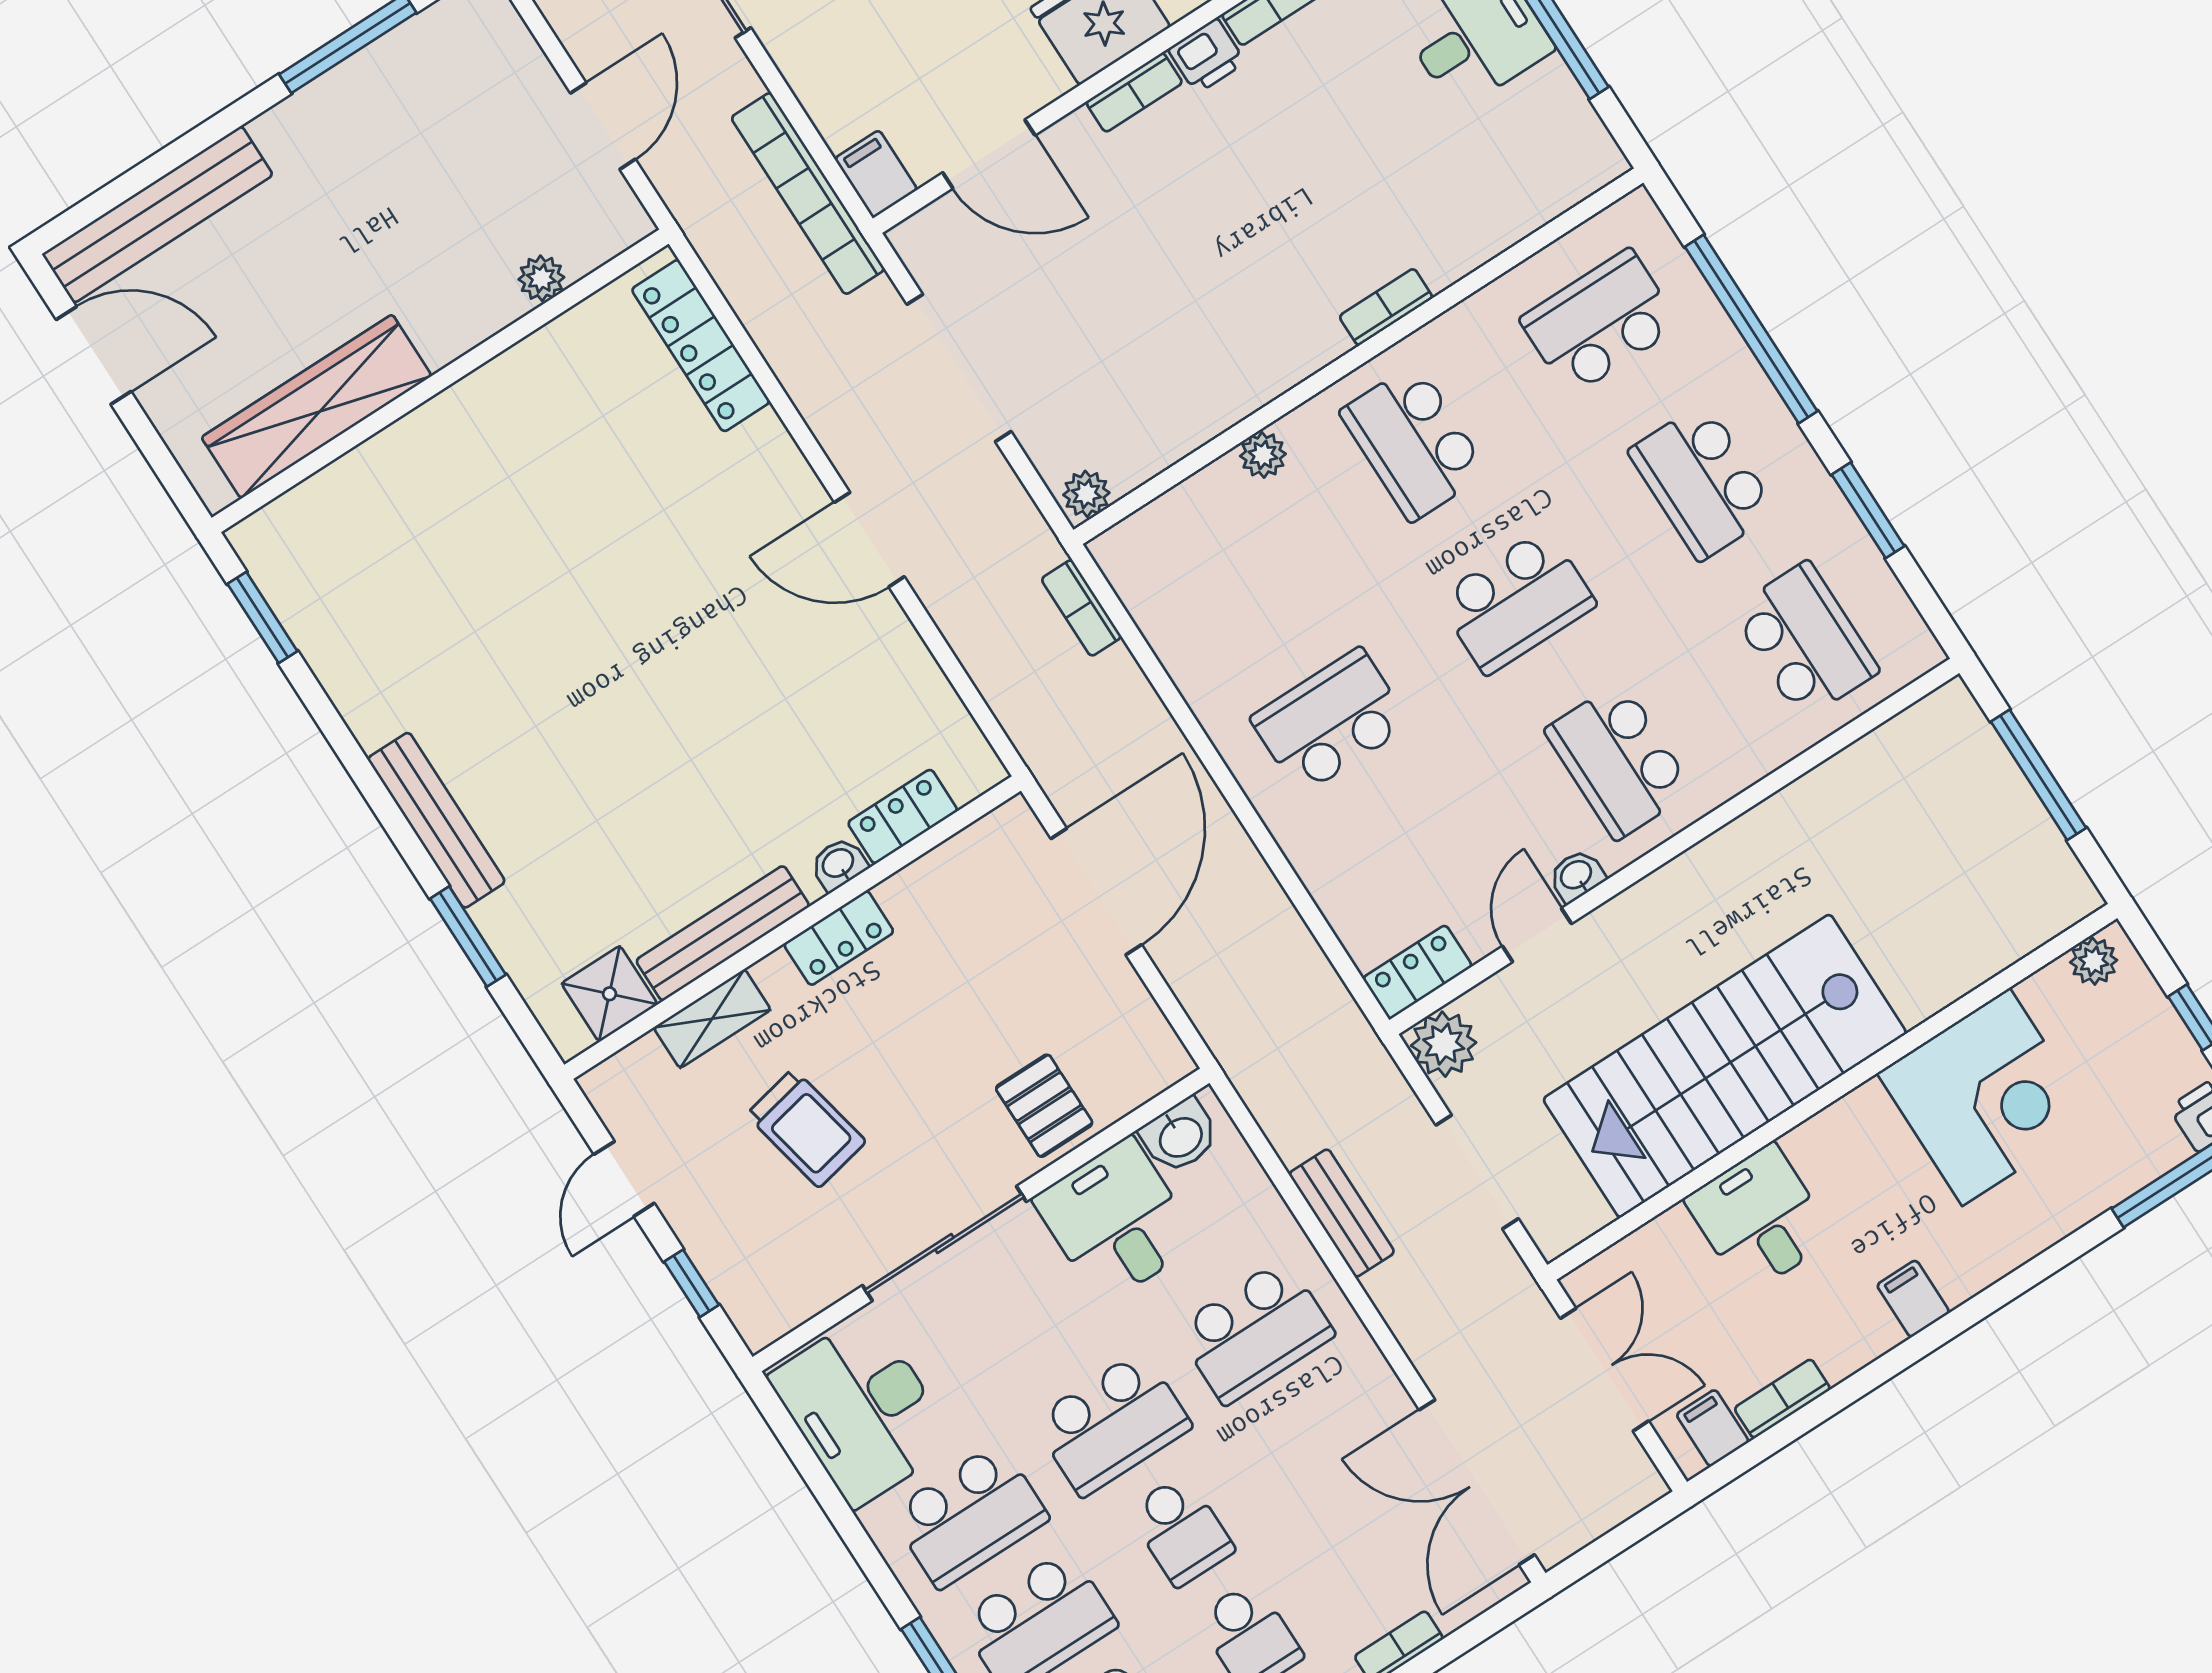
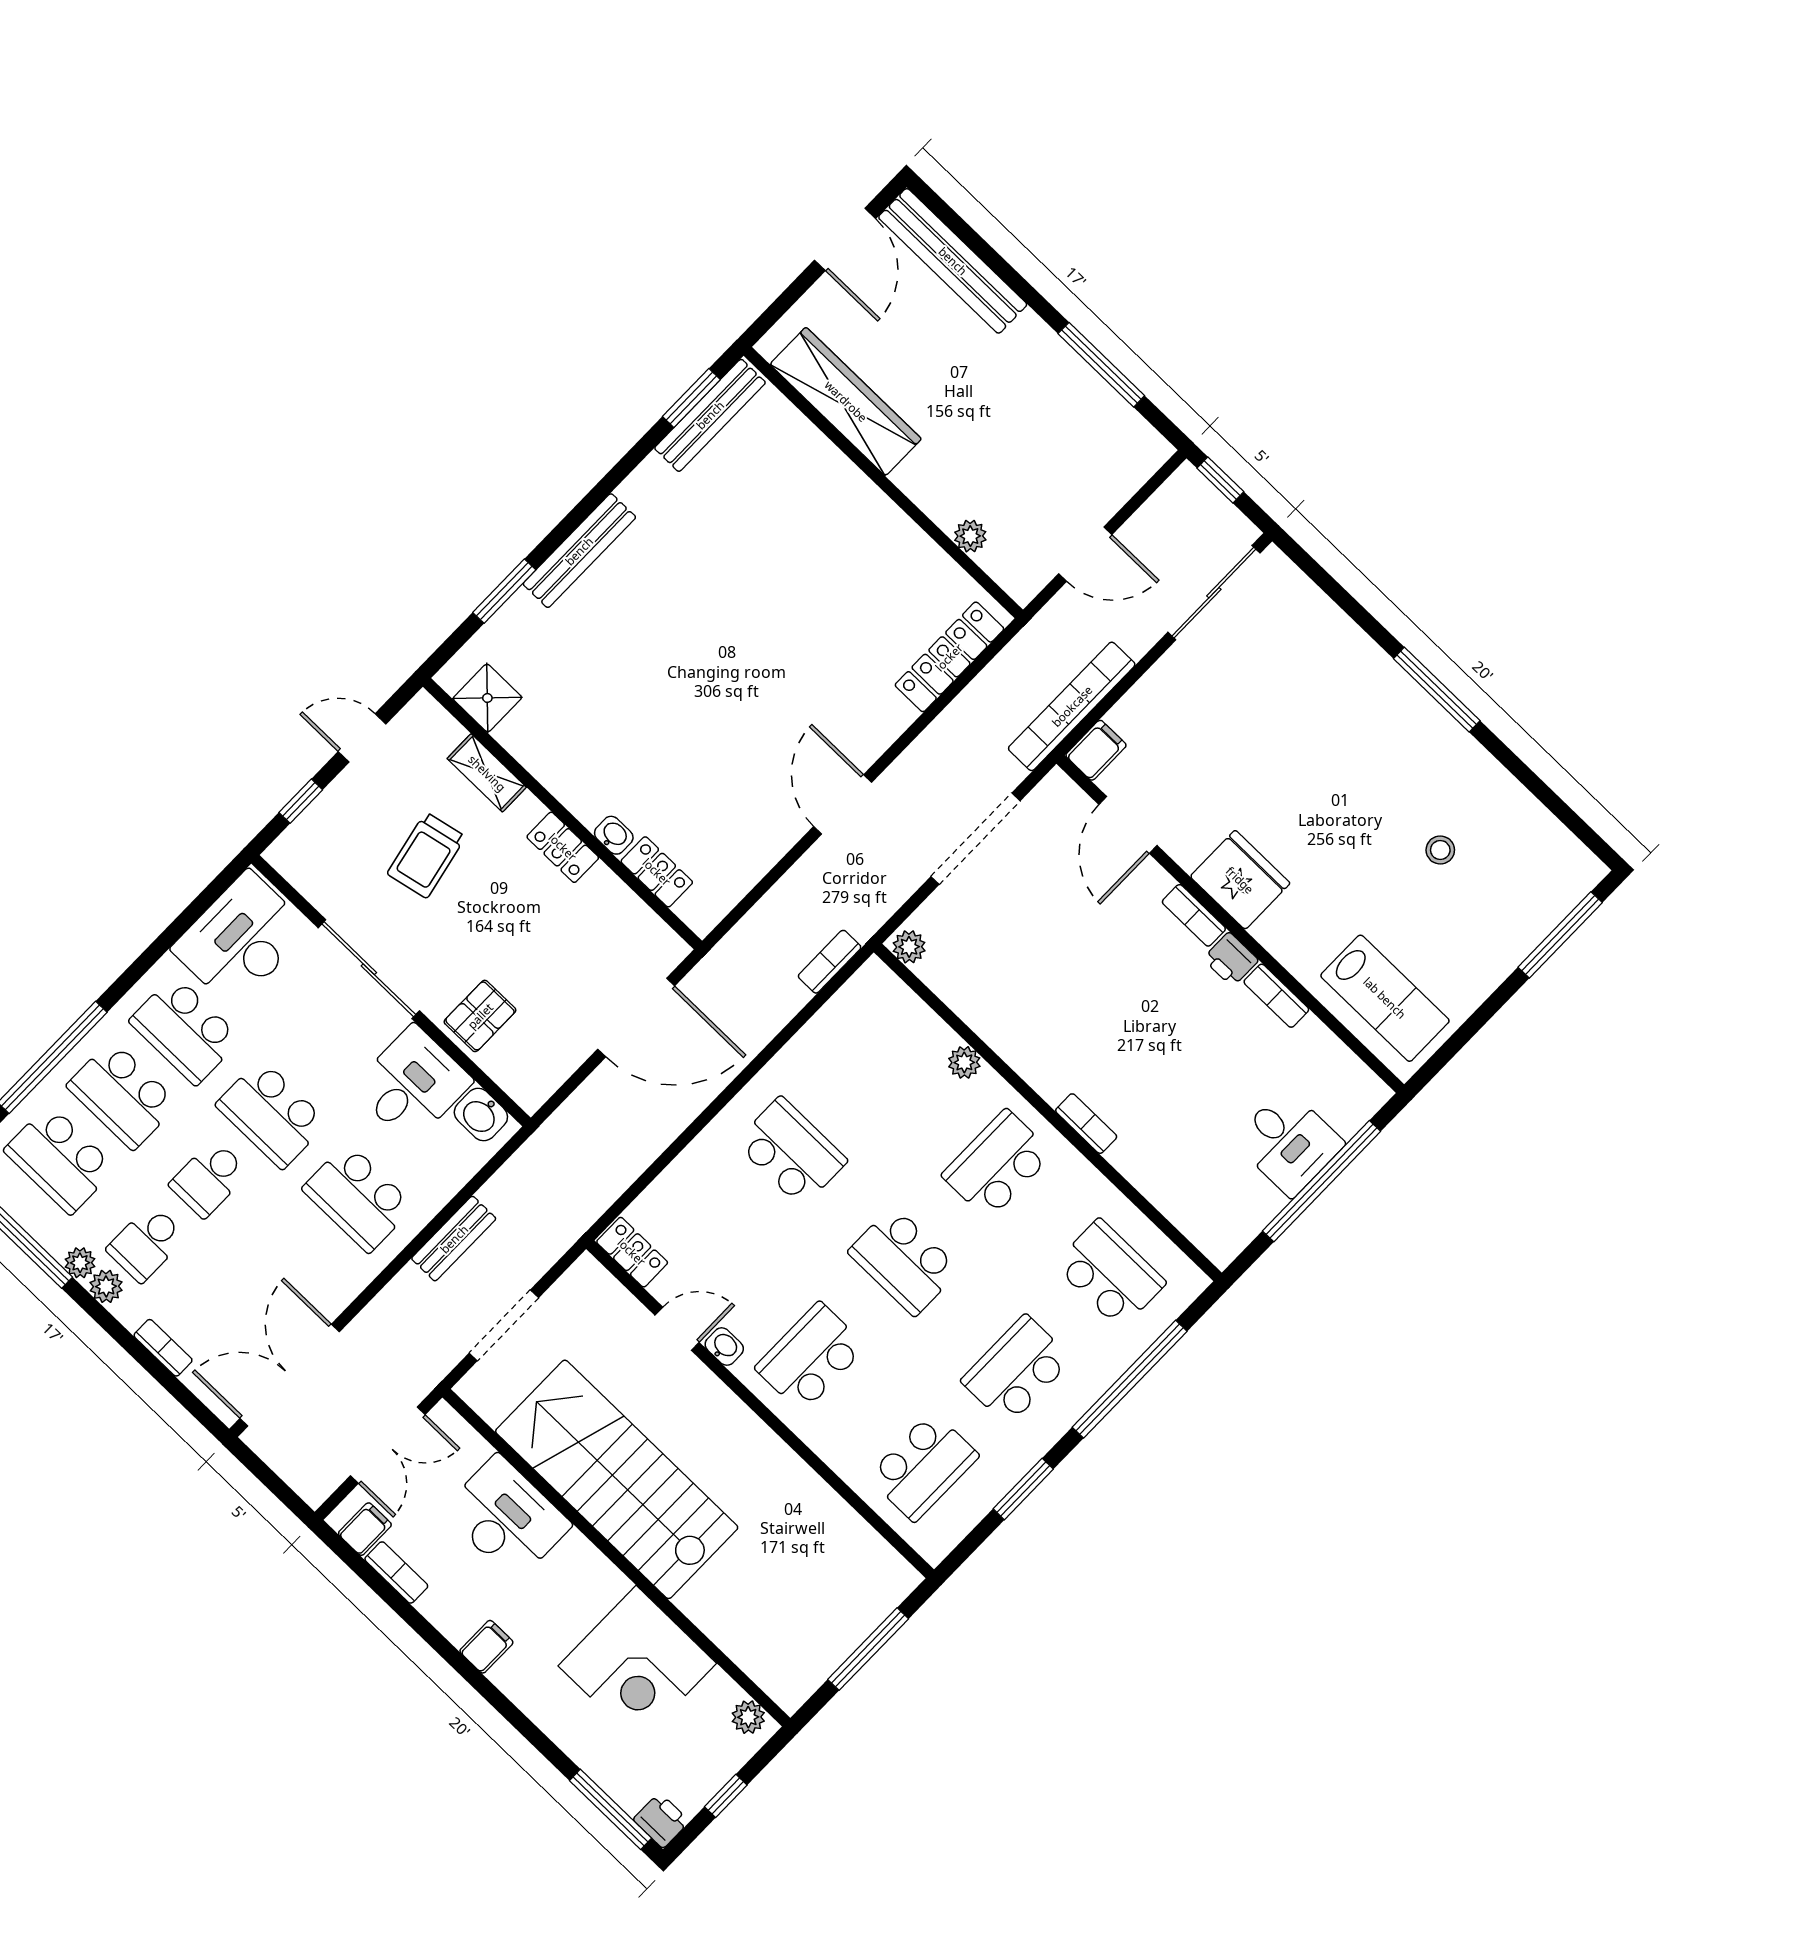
bench: (723, 933) -> (710, 415), moved, turned 90
plant: (1444, 1044) -> (587, 1282), removed
desk: (1760, 1219) -> (507, 1518), width x1.37

